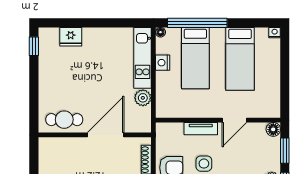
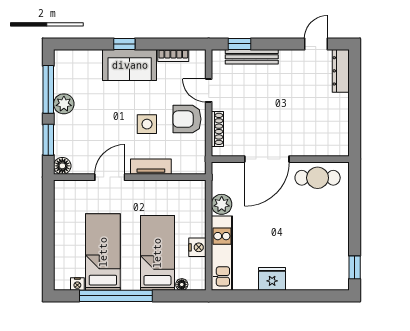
window: (197, 23) -> (116, 296), moved
floor lamp: (160, 32) -> (182, 284), moved
nightstand: (275, 33) -> (77, 284), moved
fridge: (71, 37) -> (272, 279), moved

